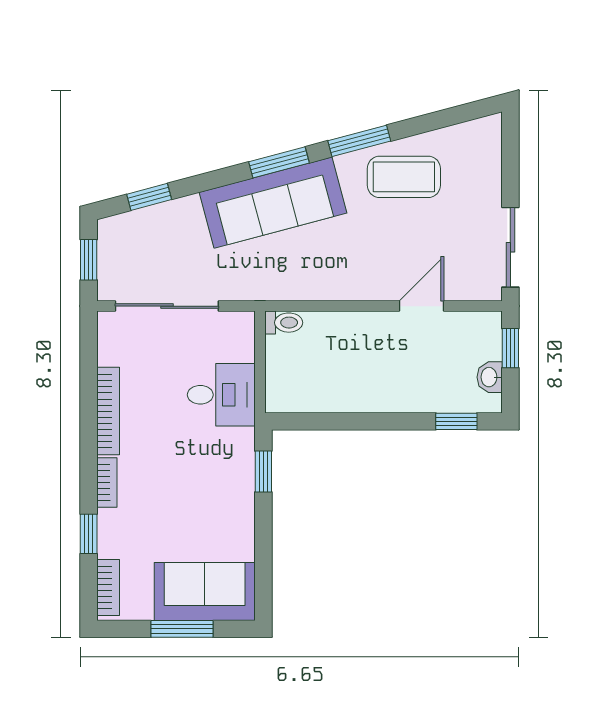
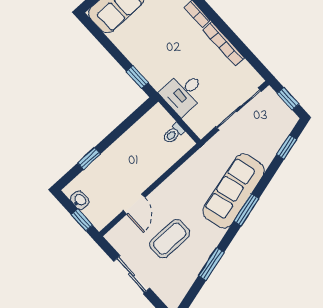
window: (359, 141) -> (211, 264), moved
coffee table: (404, 177) -> (170, 239), moved
sliding door: (510, 247) -> (132, 275), moved
toilet: (284, 323) -> (173, 134), moved
window: (456, 421) -> (89, 159), moved

